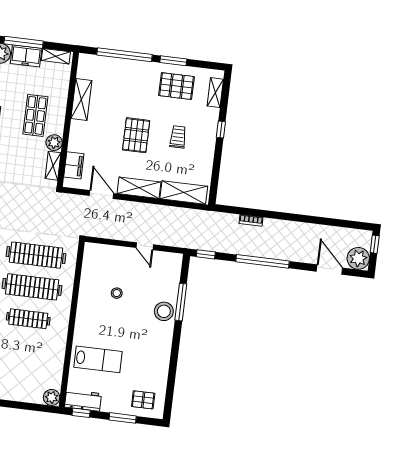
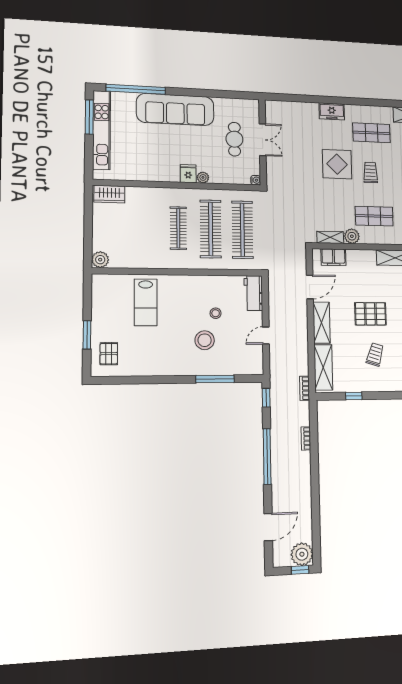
window: (221, 130) -> (354, 396), moved
trolley: (178, 137) -> (375, 355), turned -73
bookcase: (202, 215) -> (305, 388), added
plant: (358, 258) -> (302, 554), moved
stool: (164, 311) -> (205, 340), moved
workbench: (83, 400) -> (253, 293), moved, turned 180
window: (81, 413) -> (87, 291), removed

